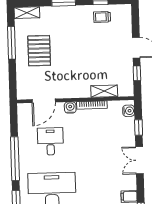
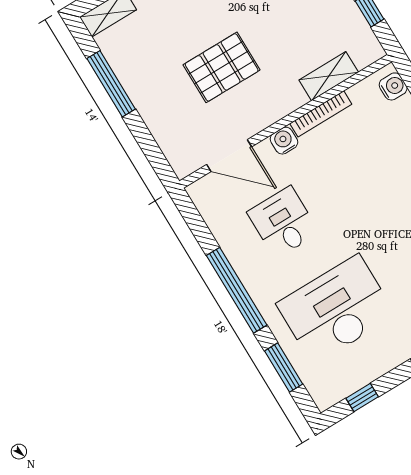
pallet: (39, 51) -> (222, 67), moved, turned 90
door: (44, 101) -> (229, 156), hinge flipped

